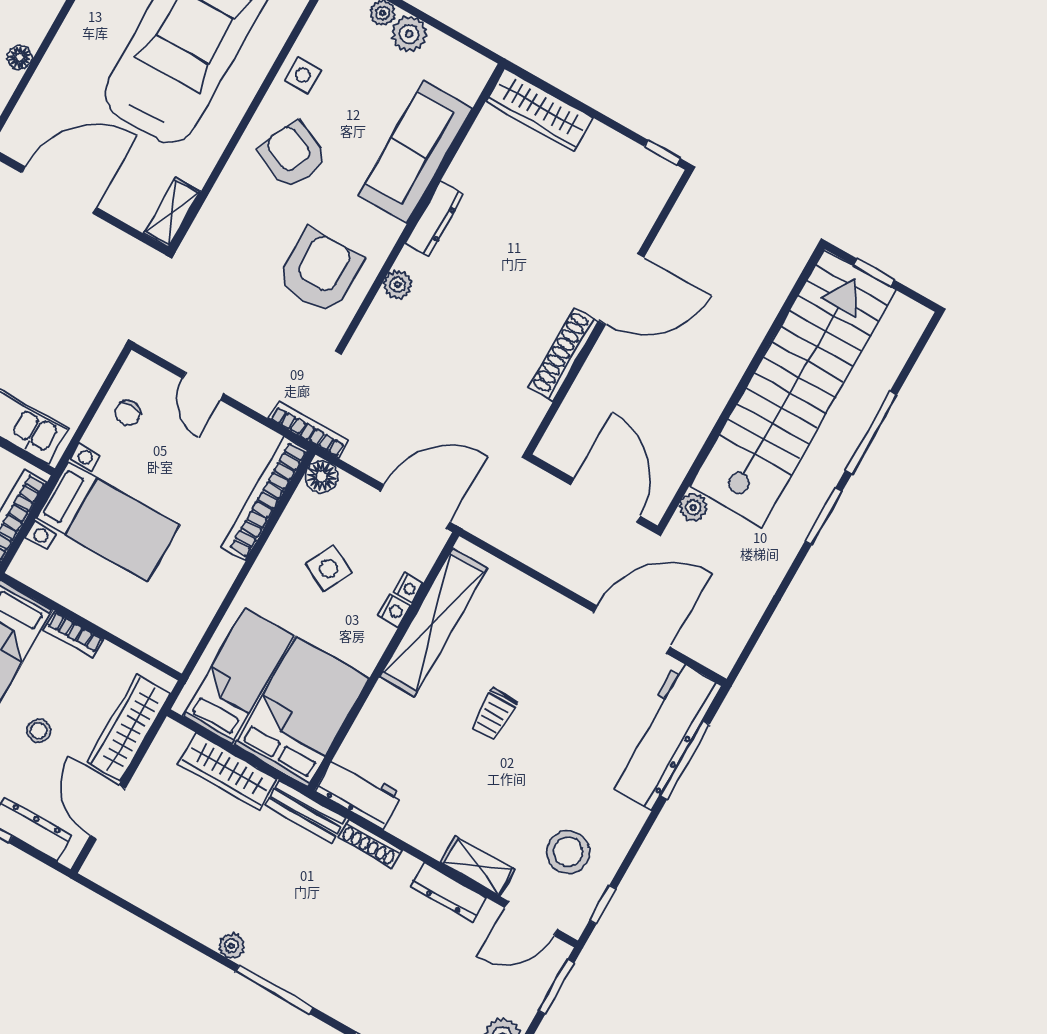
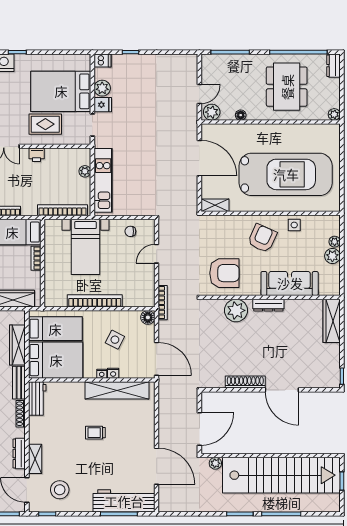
plant: (398, 285) -> (236, 310), width x1.88, depth x1.88
bookcase: (265, 499) -> (95, 301), moved
nightstand: (408, 588) -> (102, 374), moved

